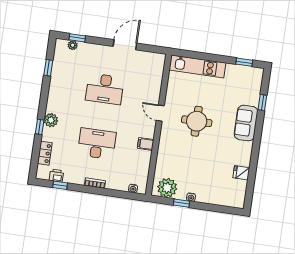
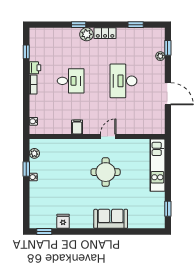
plant: (73, 45) -> (160, 56), moved
window: (262, 103) -> (44, 232), moved
desk: (97, 144) -> (71, 81), width x0.73
locker: (45, 153) -> (105, 33), moved
printer: (56, 176) -> (35, 68), moved
plant: (167, 188) -> (34, 153), width x0.53, depth x0.53

